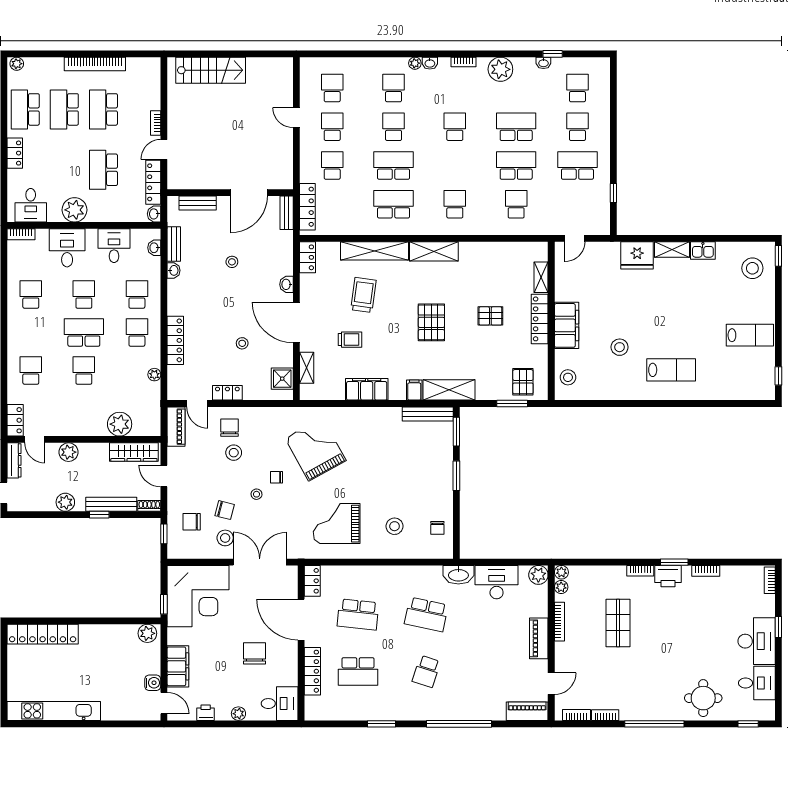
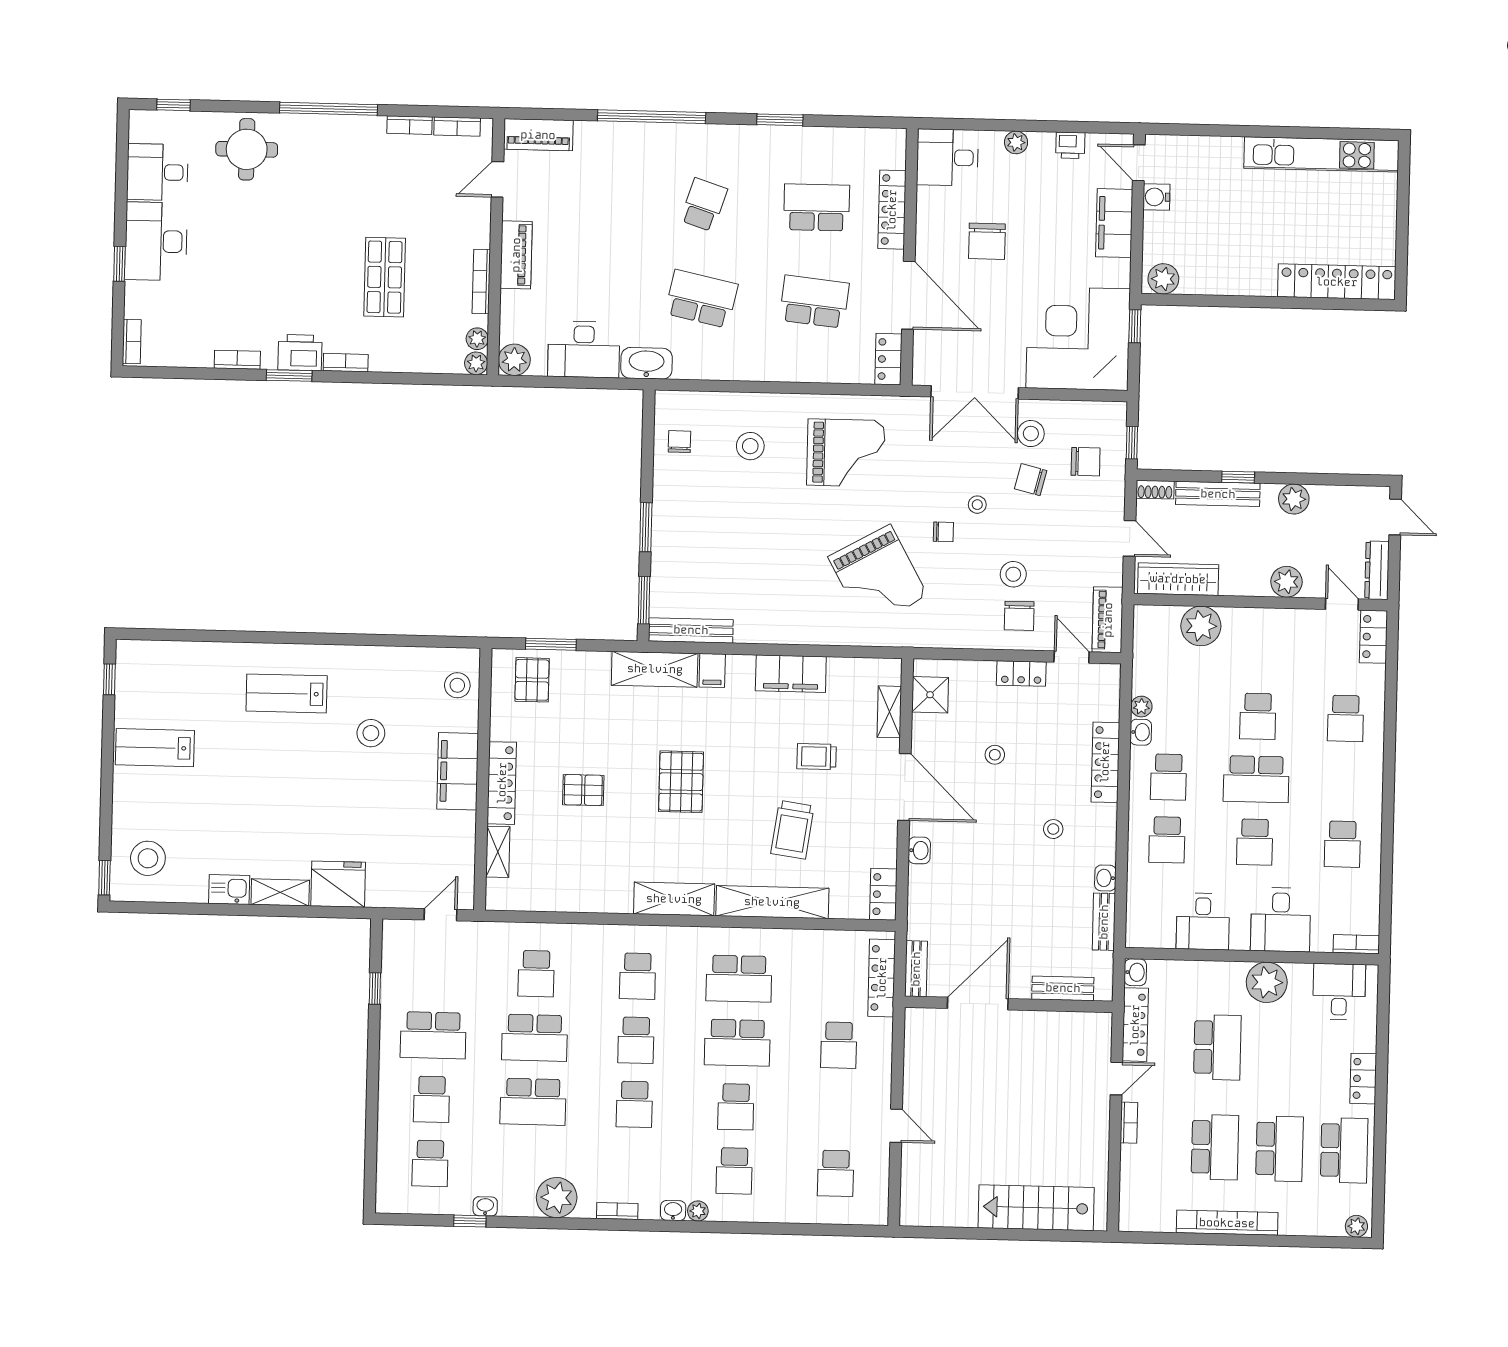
school desk: (332, 127) -> (636, 1040), moved
washbasin: (154, 248) -> (1141, 732), moved
stool: (232, 262) -> (1053, 829), moved

